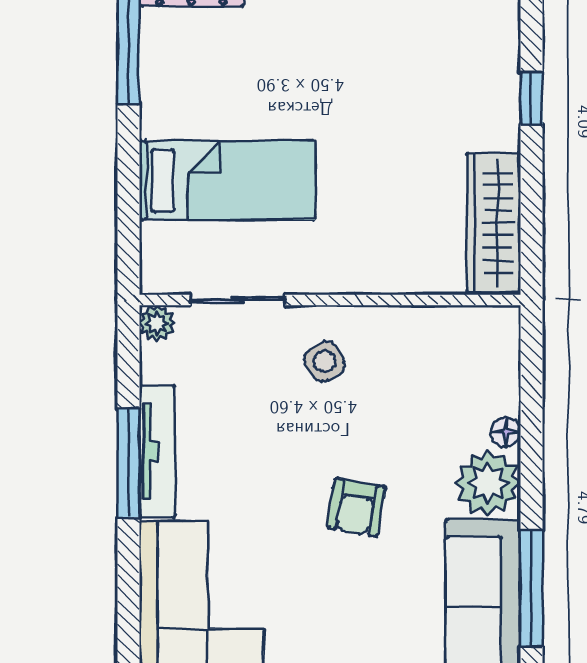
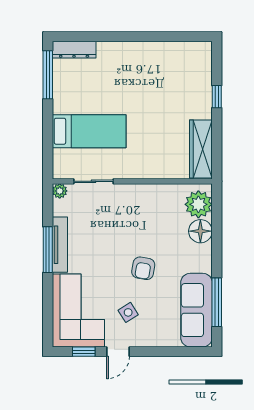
side table: (325, 361) -> (128, 312), moved
floor lamp: (506, 432) -> (200, 231), width x1.89, depth x1.89
plant: (488, 483) -> (198, 204), moved

